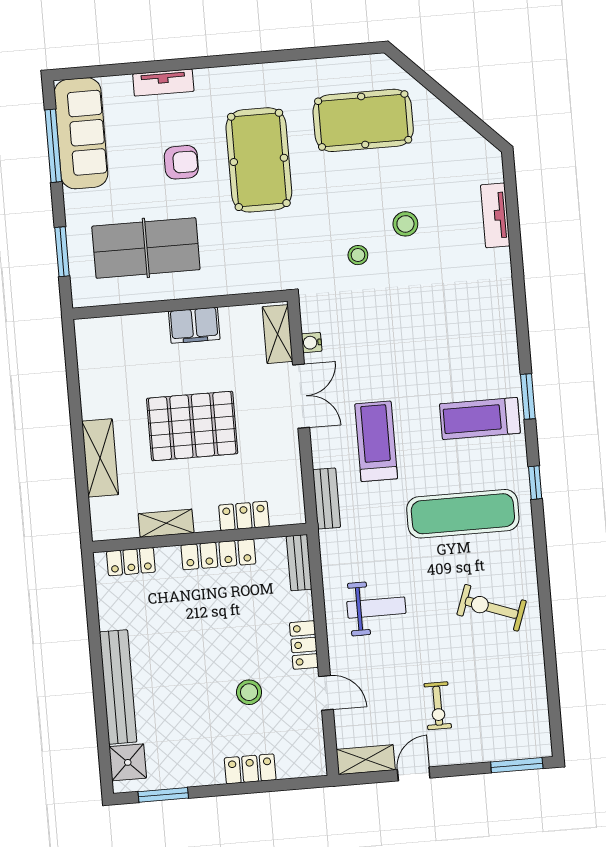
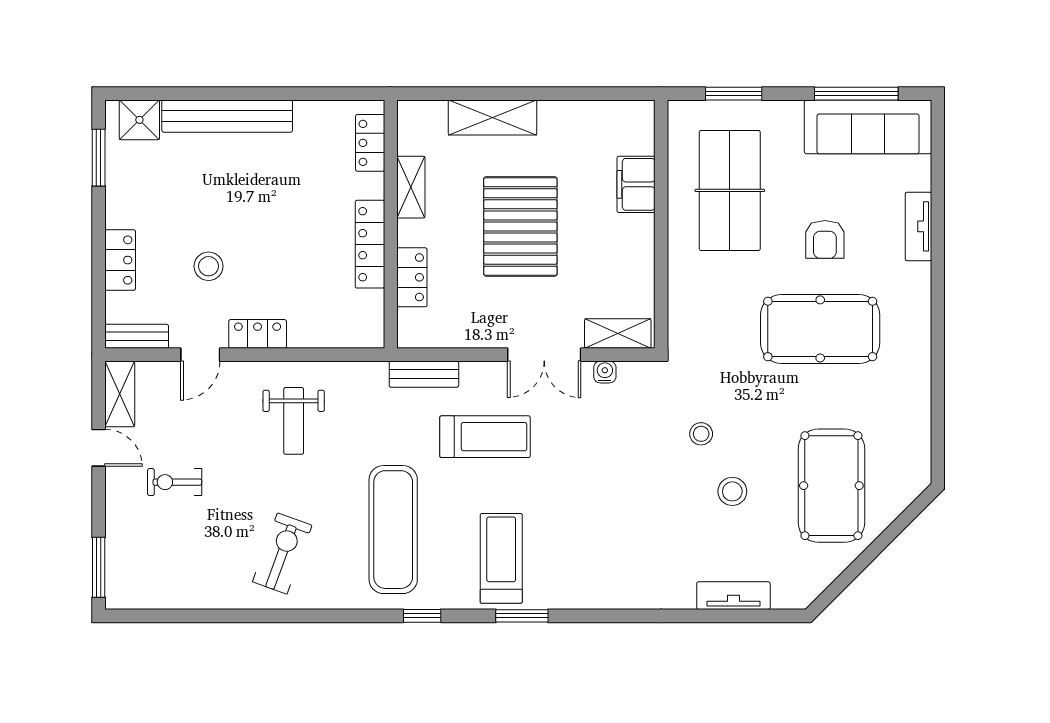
pool table: (363, 120) -> (831, 486), moved
filing cabinet: (194, 325) -> (636, 184), moved
bench: (299, 563) -> (137, 336), moved

